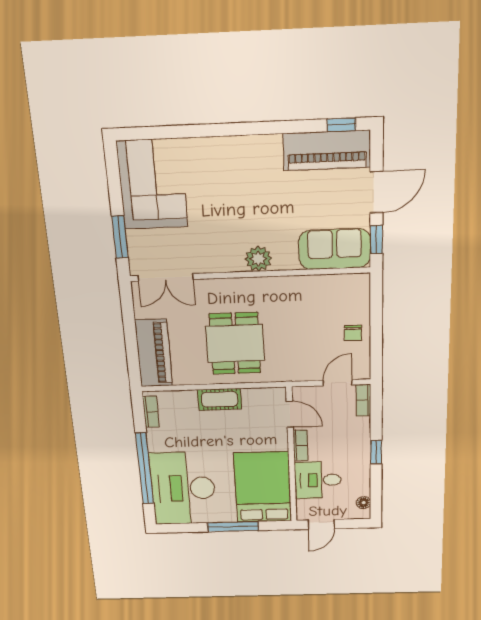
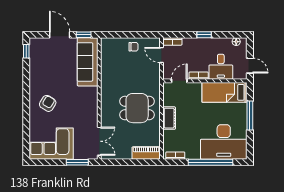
piano: (327, 150) -> (38, 58), removed
armchair: (234, 174) -> (48, 103), added
sofa: (335, 249) -> (88, 62), width x1.36
plant: (258, 259) -> (91, 94), removed
piano: (154, 353) -> (146, 153), width x0.73, depth x0.75
bed: (263, 487) -> (224, 92), width x0.67

